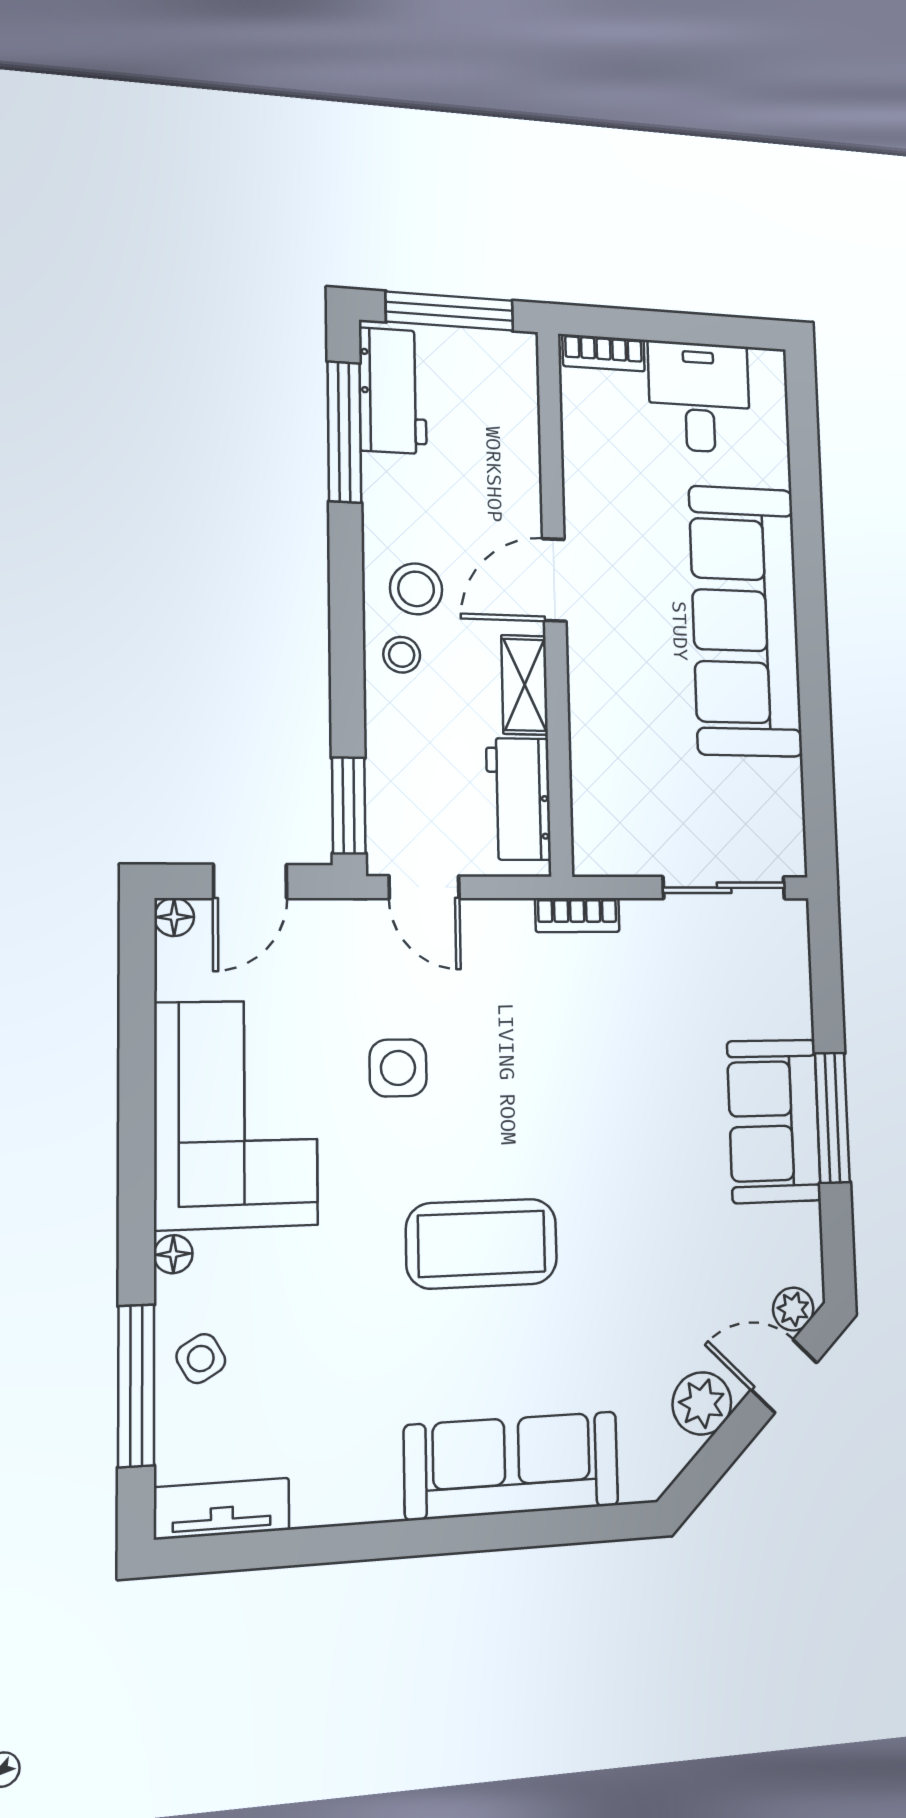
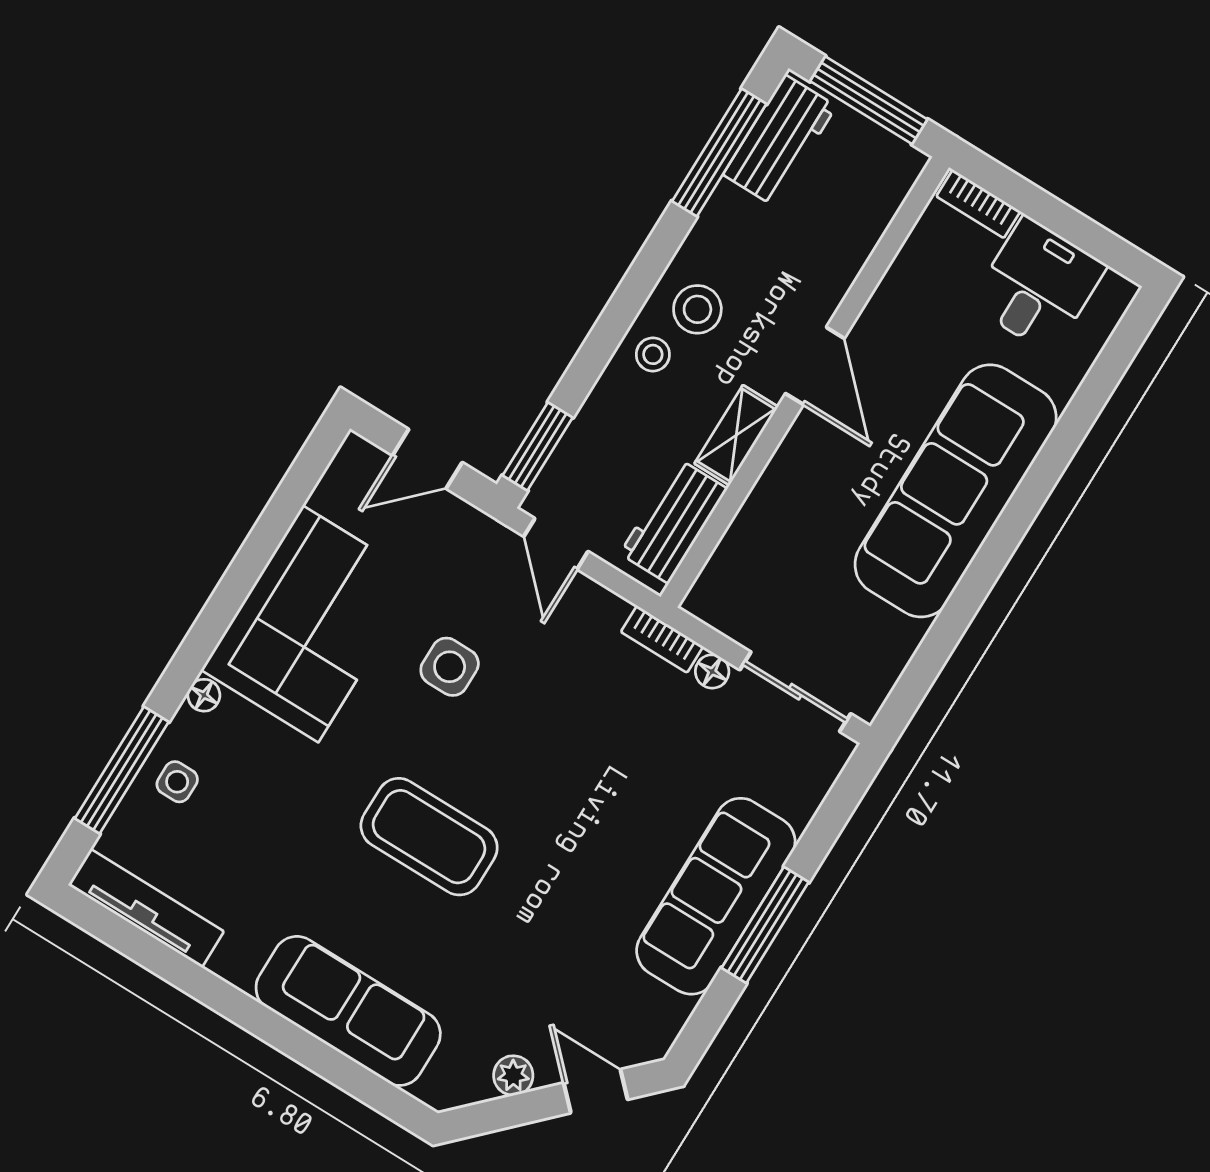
door: (554, 580) -> (815, 366), swing flipped
floor lamp: (174, 917) -> (712, 671), moved
sofa: (774, 1121) -> (716, 896), width x1.36
plant: (793, 1309) -> (636, 1047), removed
side table: (201, 1359) -> (177, 782), turned 30
plant: (702, 1403) -> (513, 1075), width x0.73, depth x0.73
tv unit: (222, 1509) -> (146, 908), width x1.41

